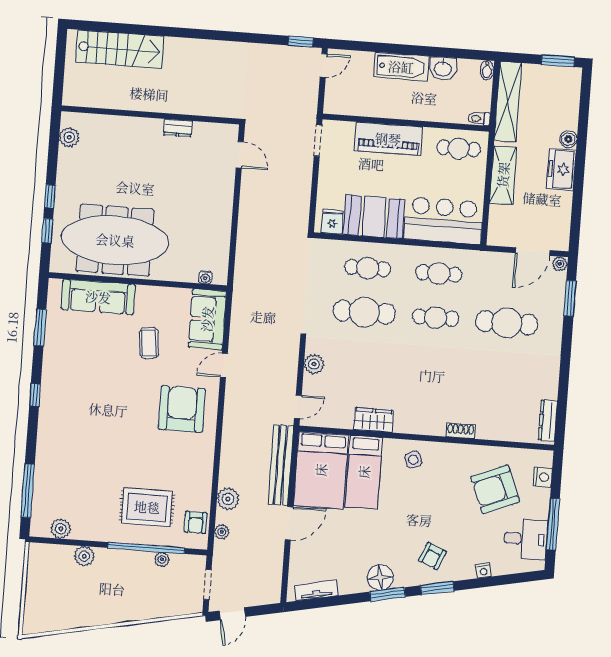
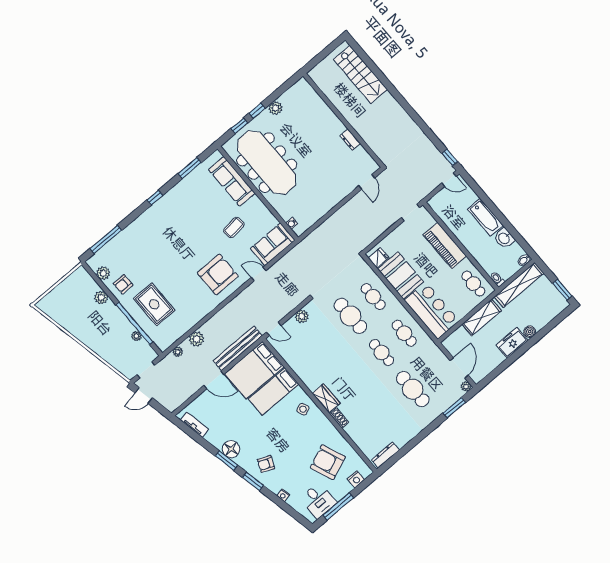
plant: (69, 137) -> (276, 108), moved
door: (533, 252) -> (459, 368), swing flipped
wardrobe: (374, 420) -> (326, 398), moved
armchair: (196, 522) -> (123, 284), moved

